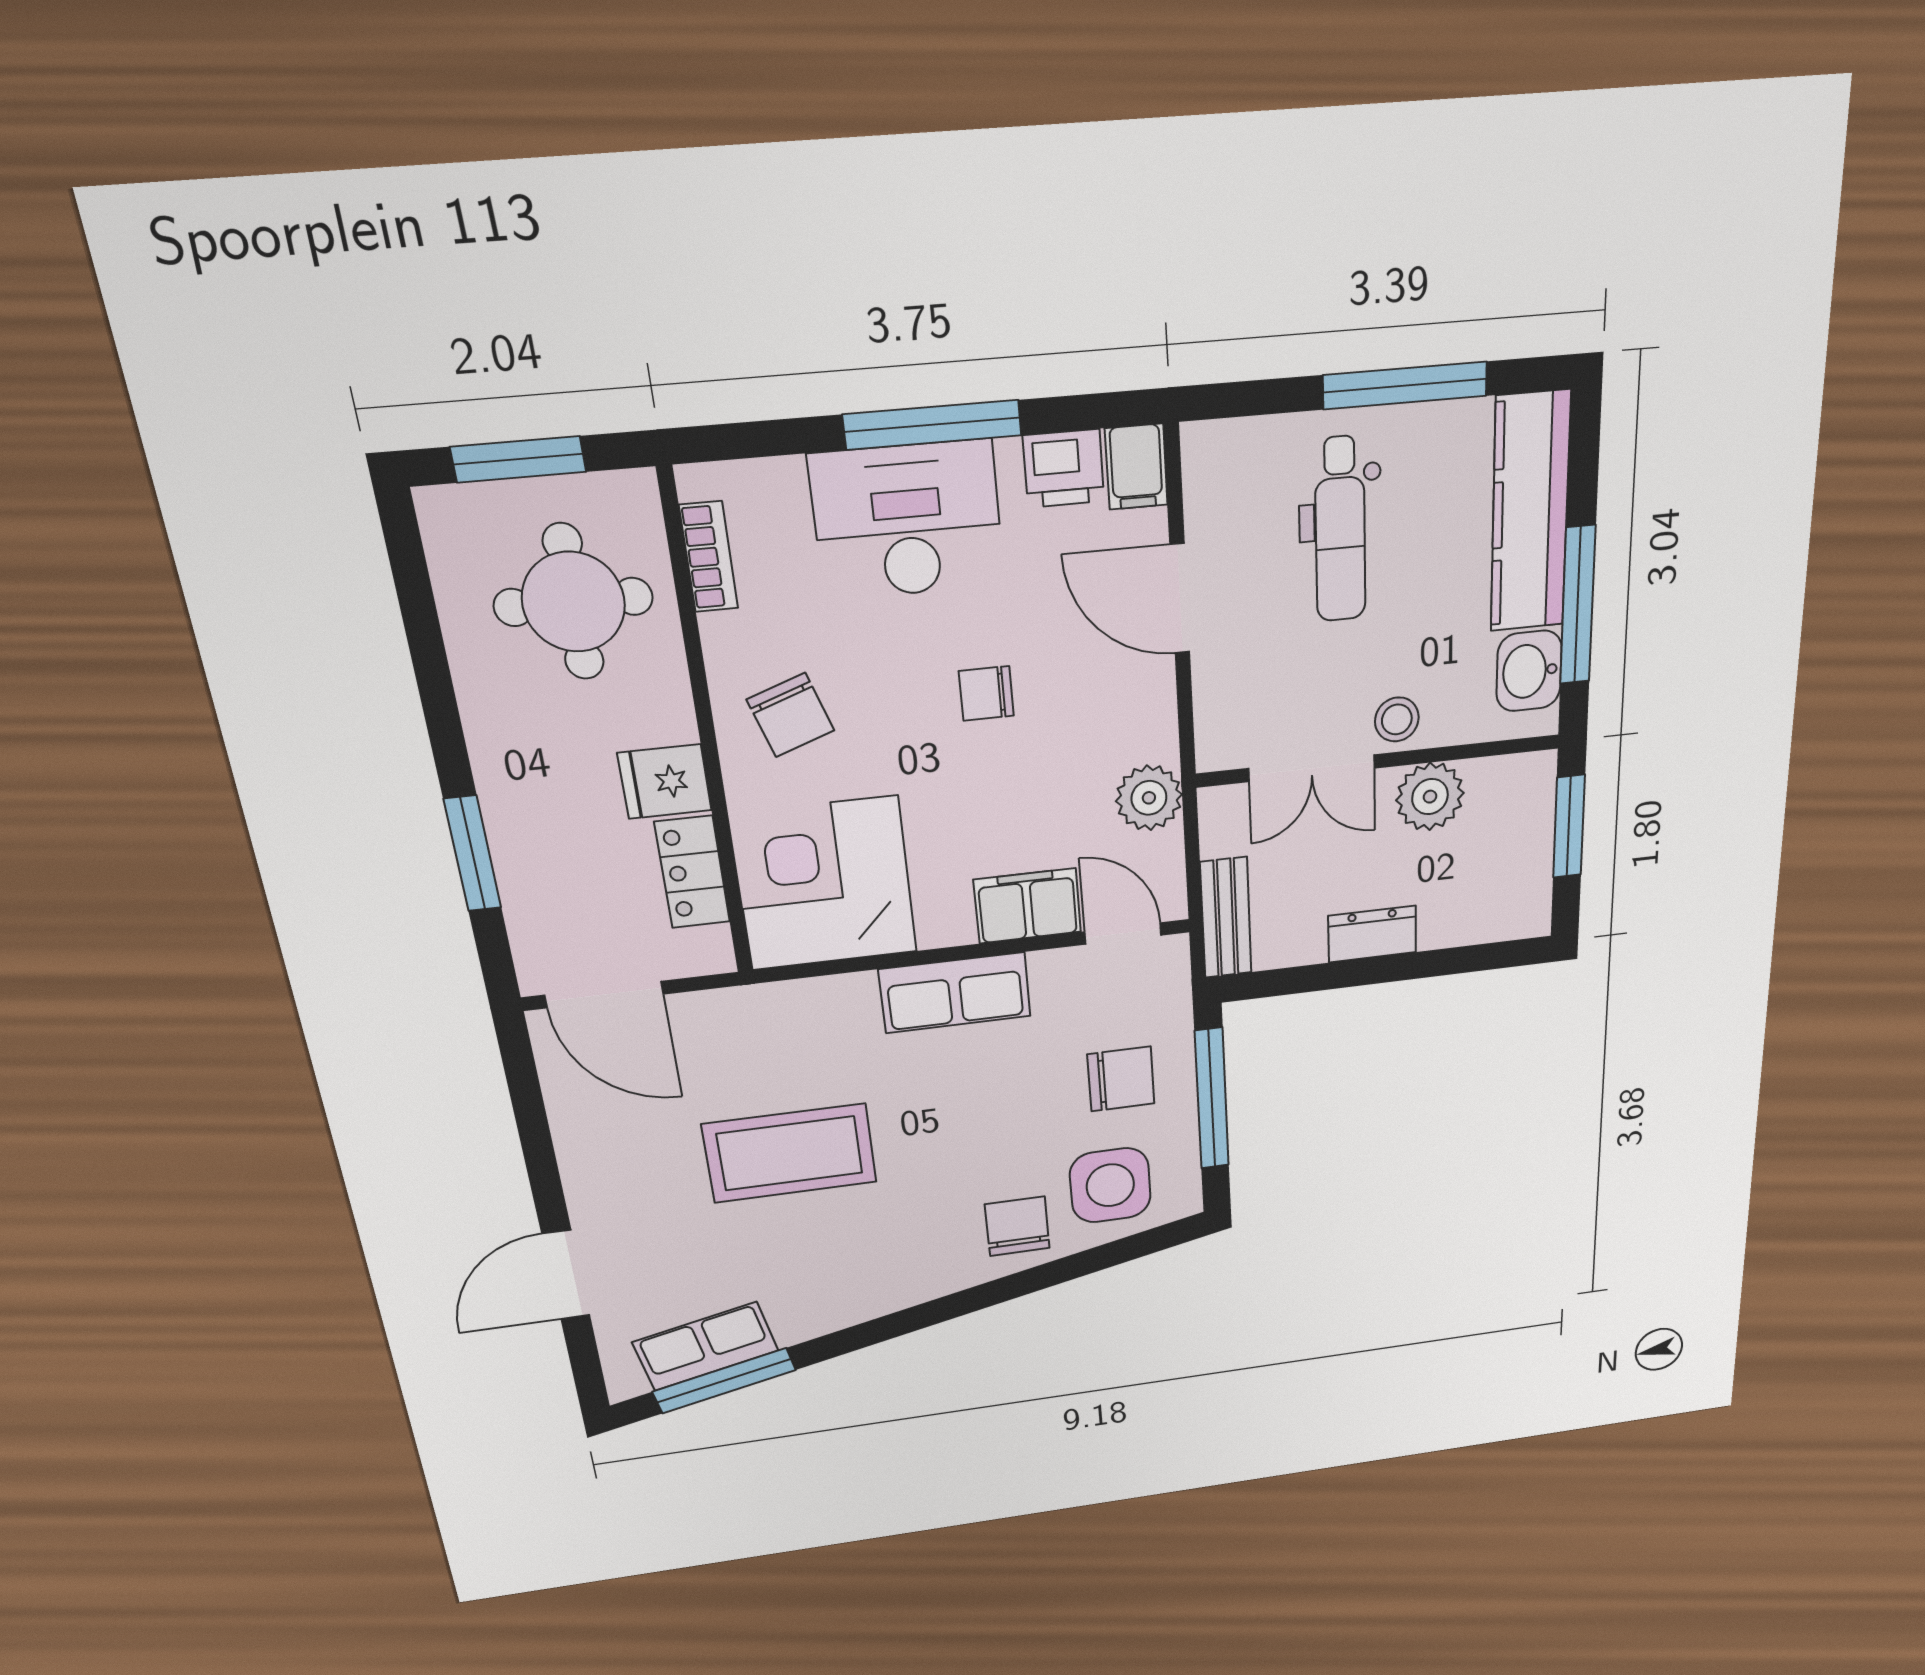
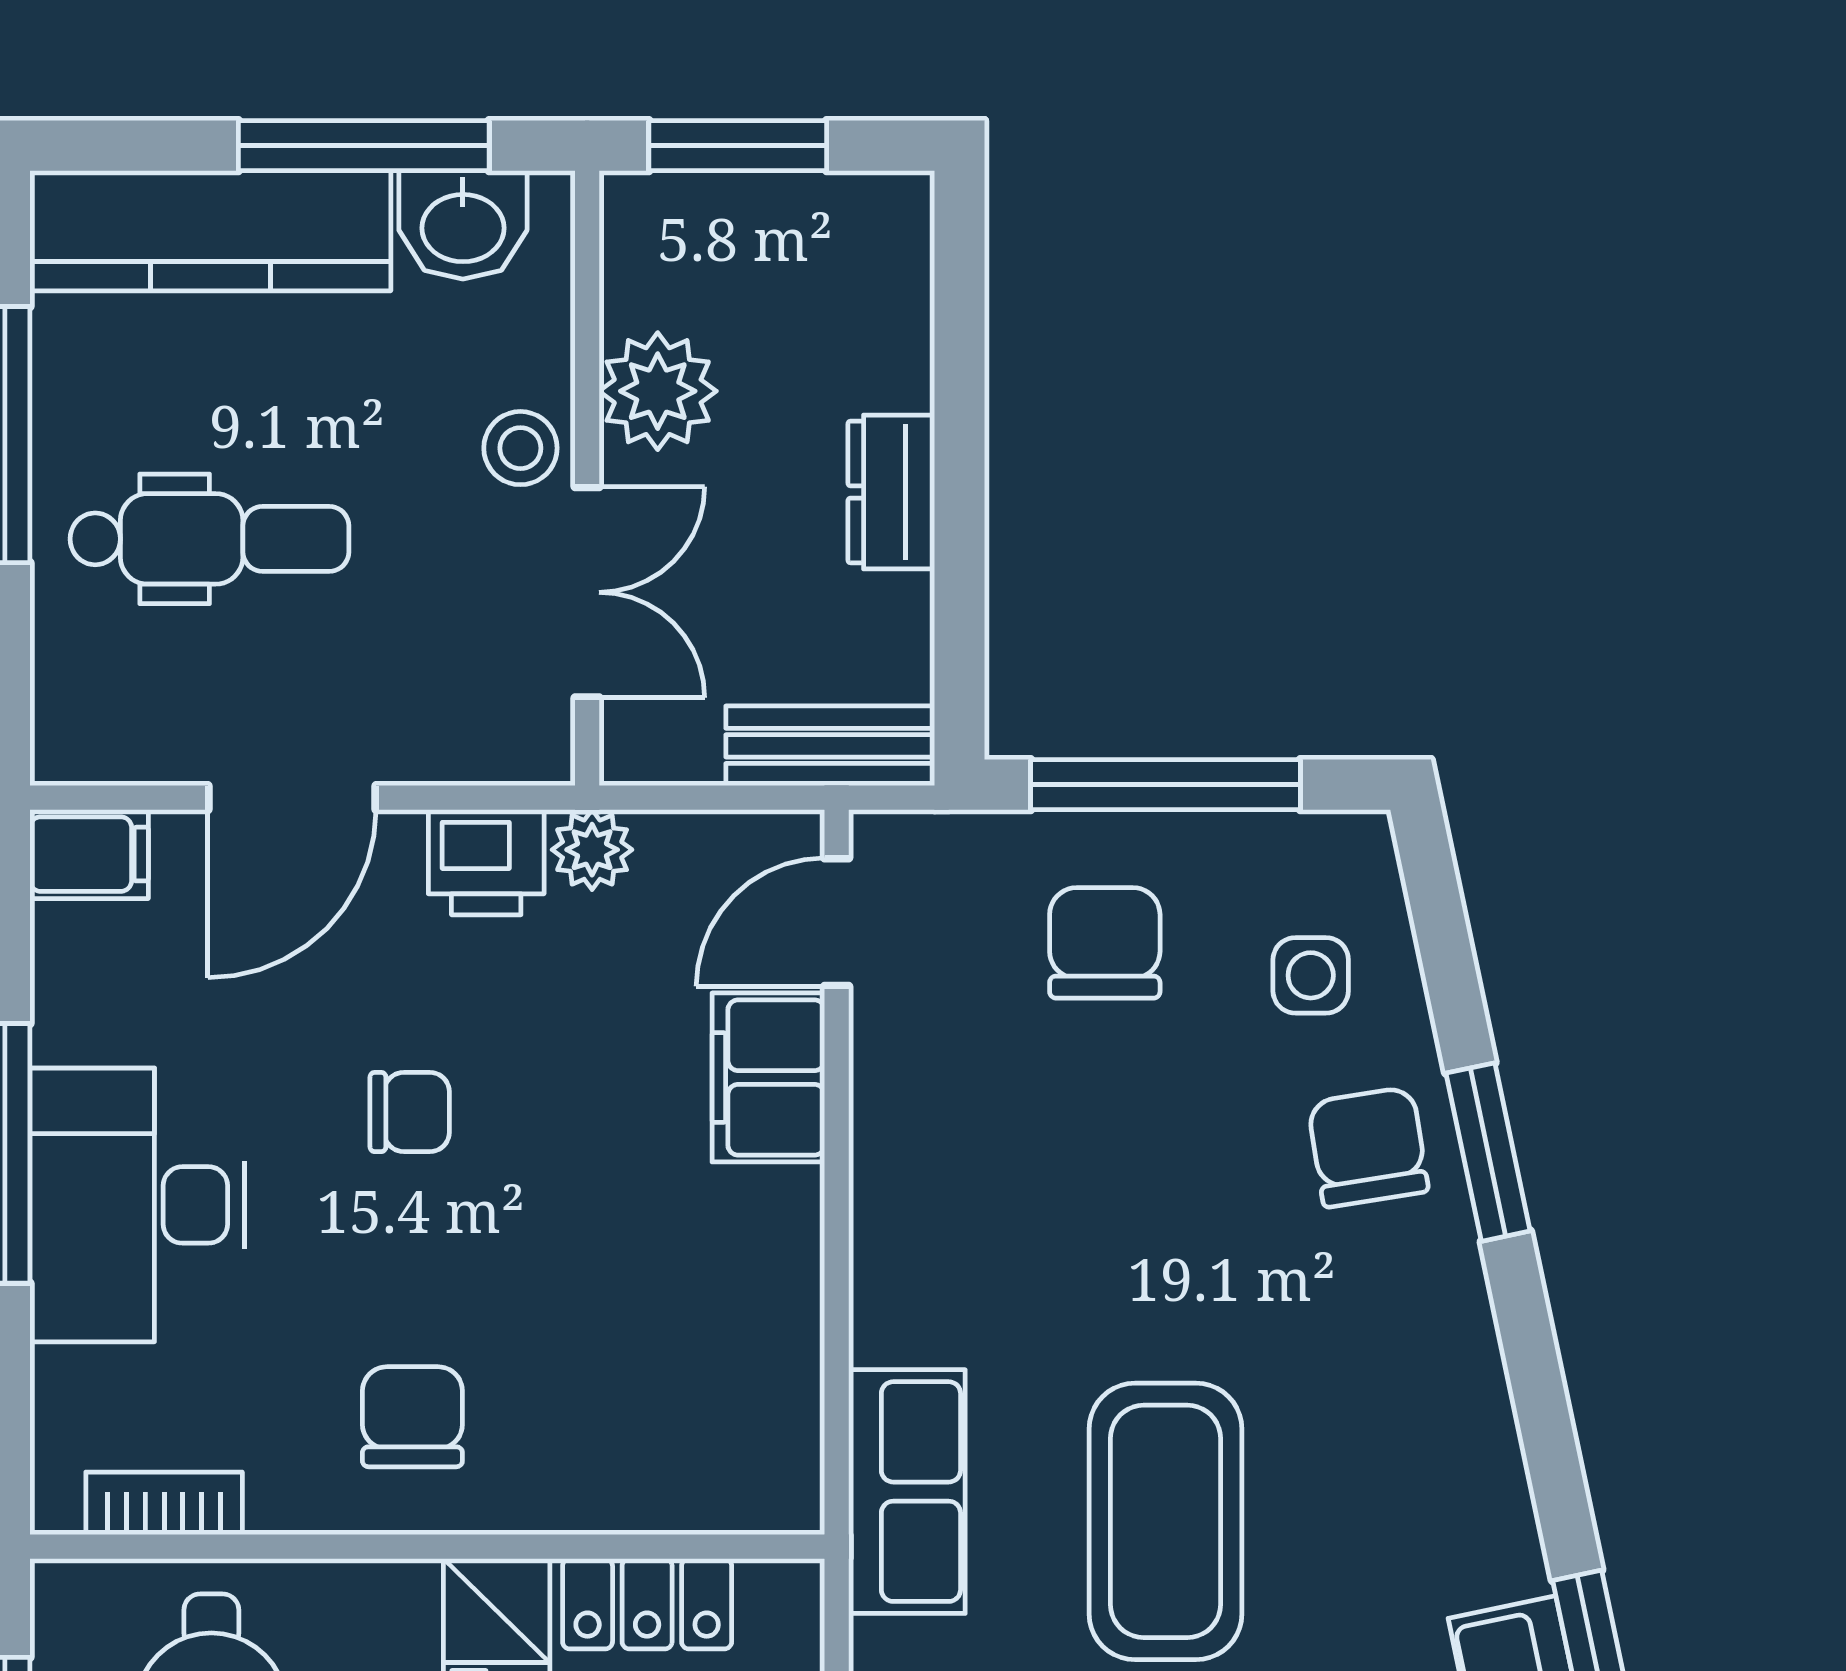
printer: (1064, 468) -> (486, 862), moved, turned 90
chair: (986, 693) -> (410, 1112), turned -90
chair: (791, 715) -> (412, 1417), turned -71
plant: (1149, 798) -> (592, 850), width x0.73, depth x0.73
corner desk: (824, 884) -> (691, 1401), removed
row of seats: (955, 993) -> (907, 1492), moved
side table: (1110, 1185) -> (1311, 975), width x0.54, depth x0.54
chair: (1017, 1226) -> (1368, 1147), turned 81
window: (1020, 1284) -> (1488, 1152), added

